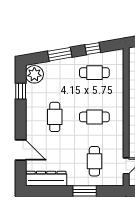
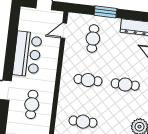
cafe table: (55, 117) -> (125, 85), turned 90

